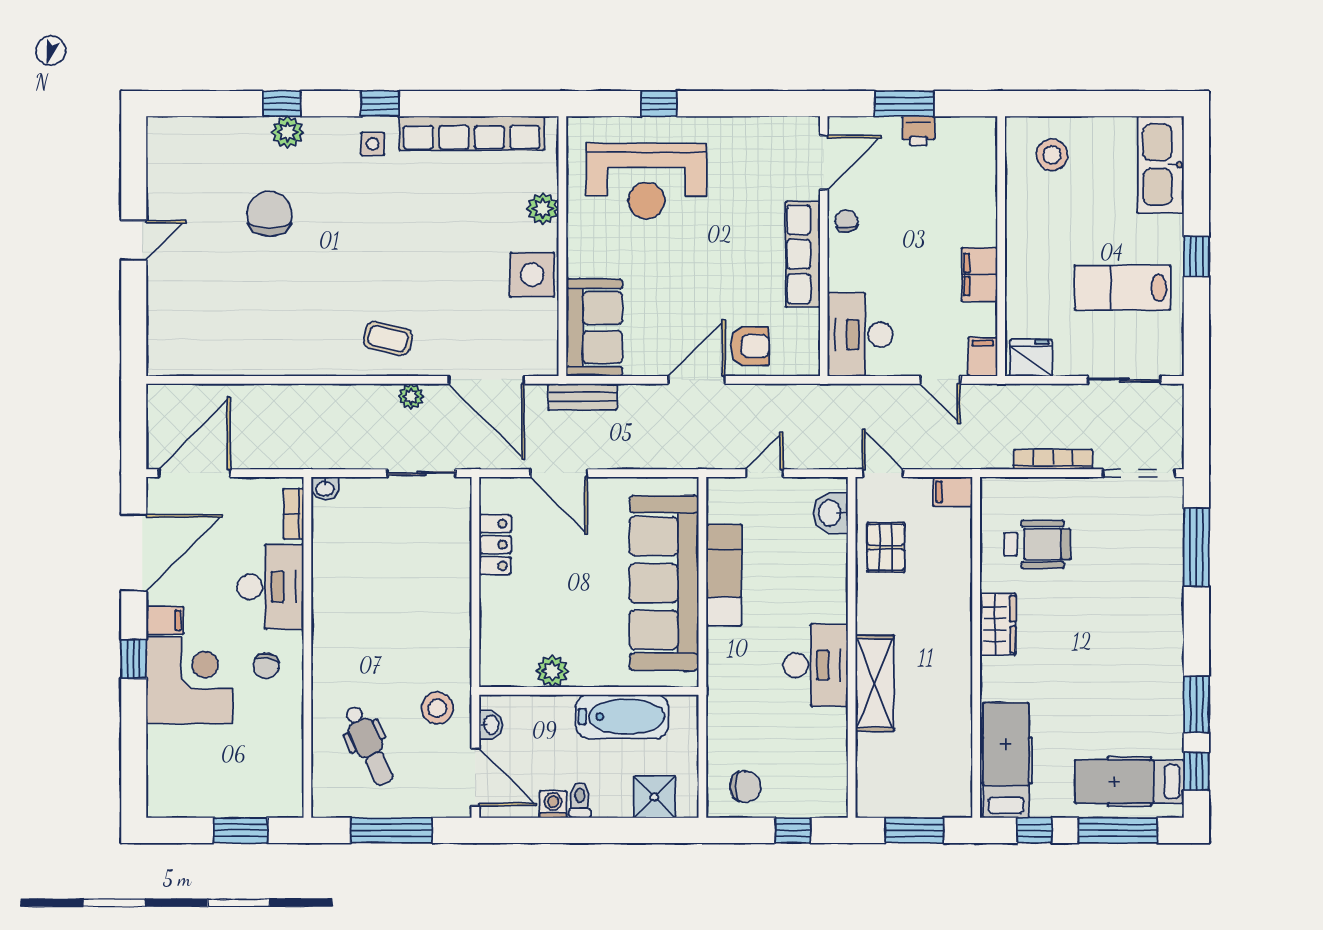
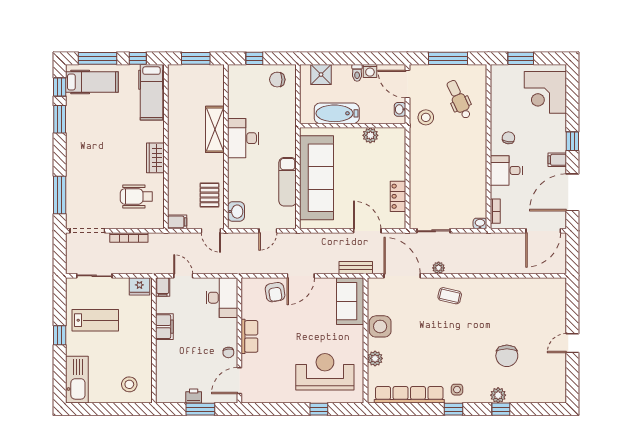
row of seats: (803, 254) -> (249, 336), width x0.68
armchair: (750, 346) -> (275, 292), turned -99
desk: (270, 587) -> (506, 170), width x0.73
corner desk: (189, 680) -> (545, 92), moved

